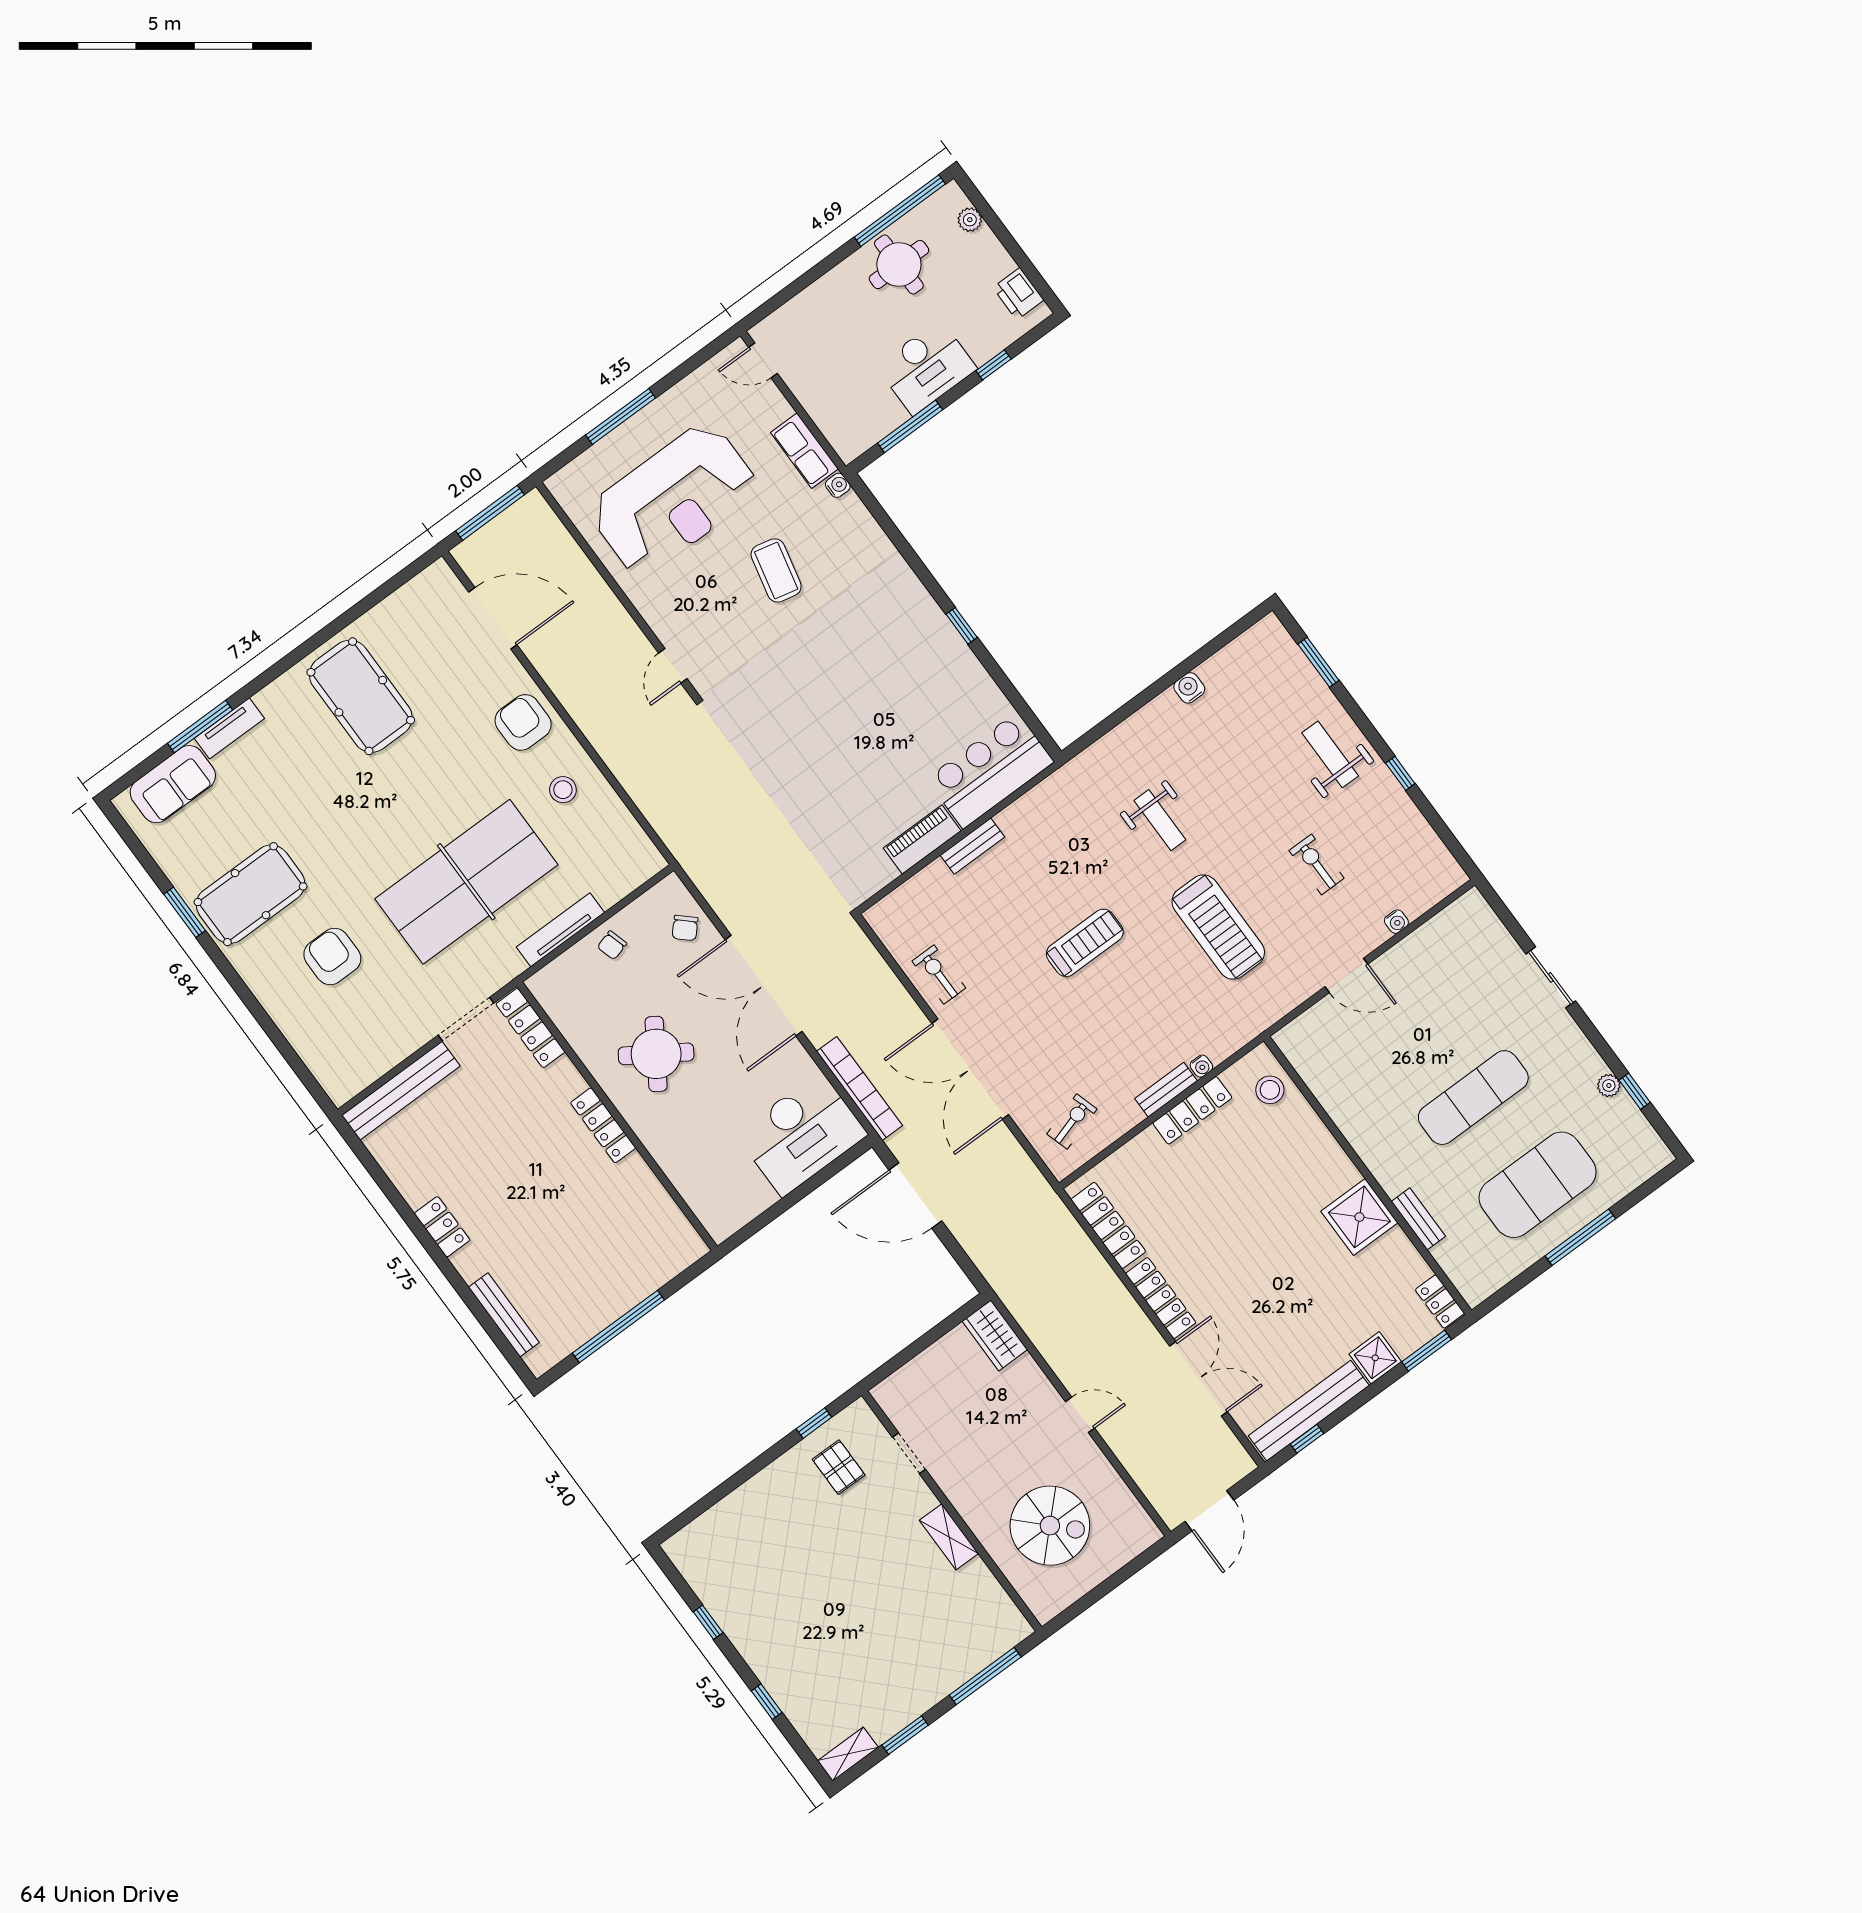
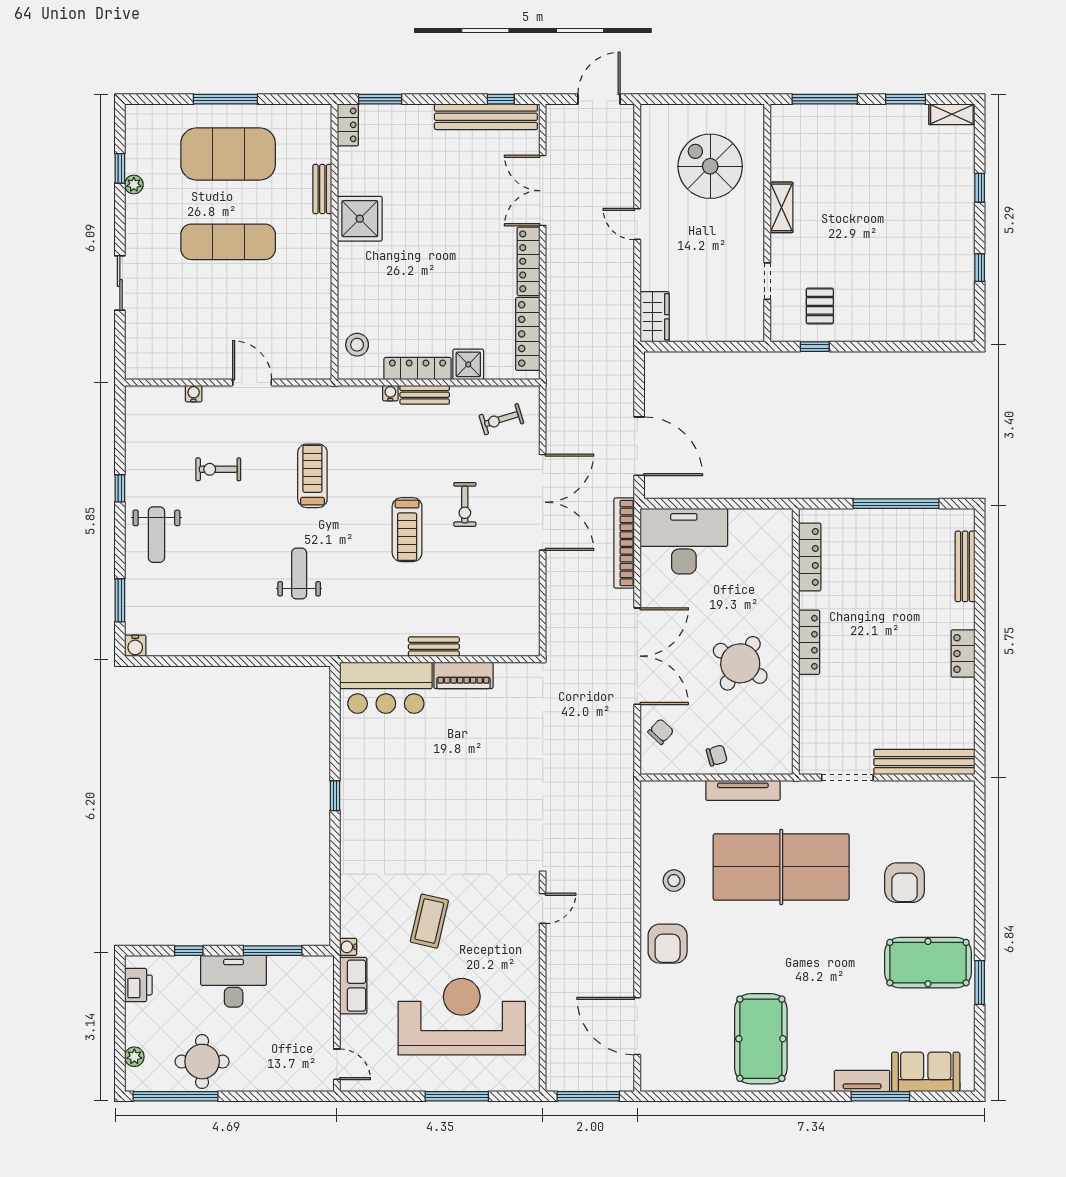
water cooler: (1189, 688) -> (135, 646), moved
exercise bike: (1317, 864) -> (218, 469), turned 90
treadmill: (1218, 927) -> (312, 476), width x0.73, depth x0.73
treadmill: (1085, 943) -> (407, 530), turned -90
exercise bike: (939, 975) -> (465, 504), moved
locker: (530, 1028) -> (810, 557), moved
shower: (1375, 1358) -> (468, 364), moved

